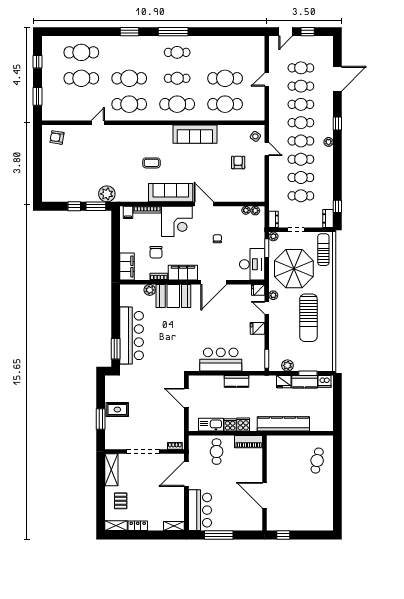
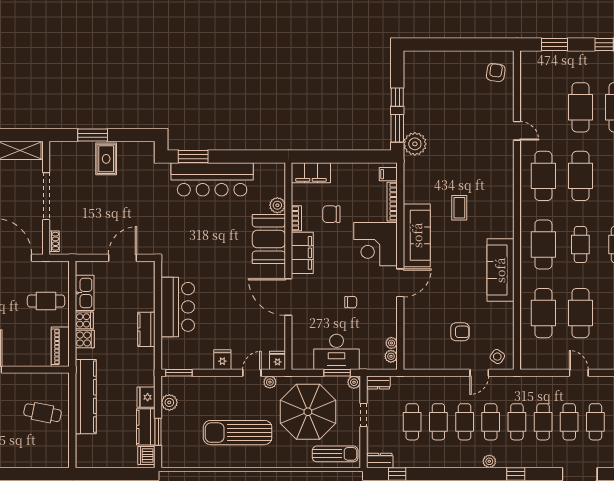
desk: (252, 264) -> (337, 352), moved
cafe table: (317, 461) -> (42, 413), moved

